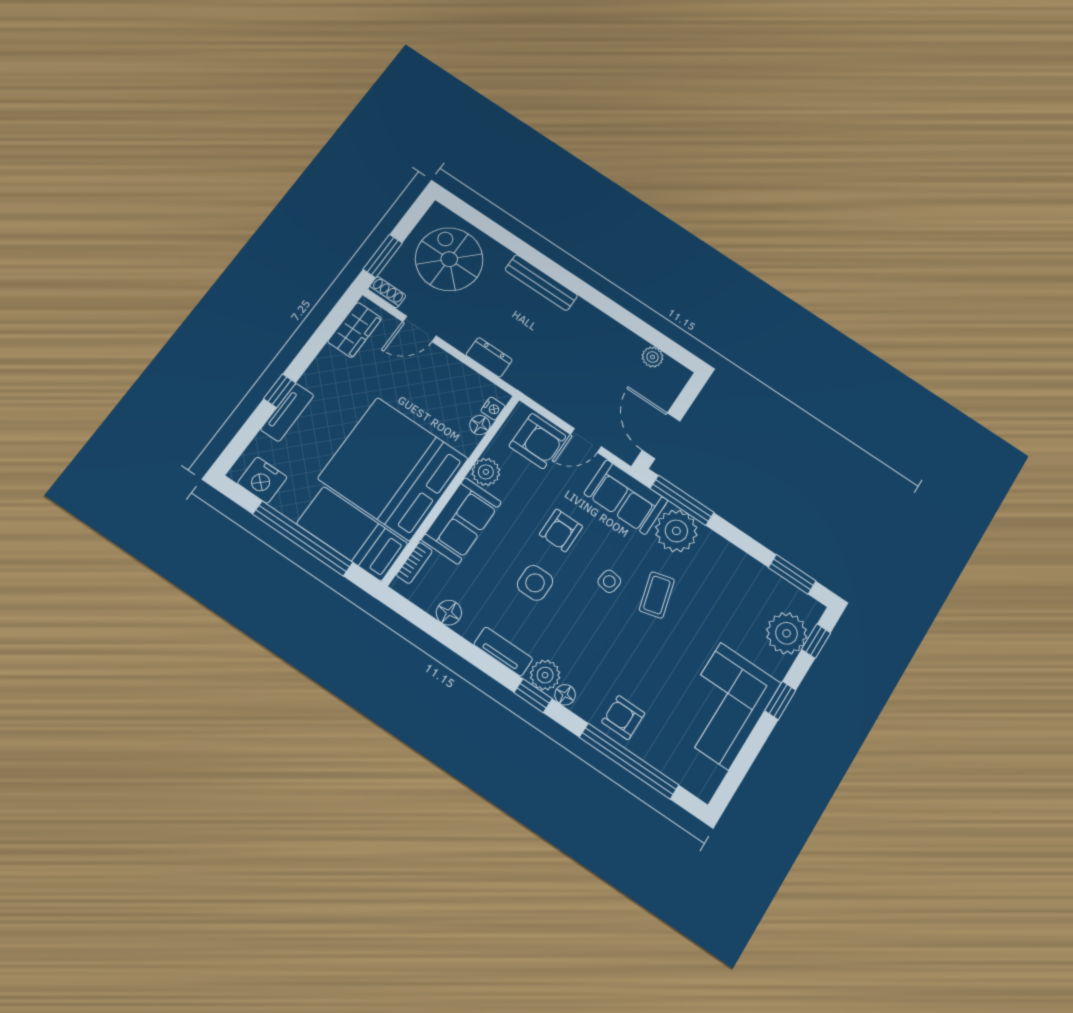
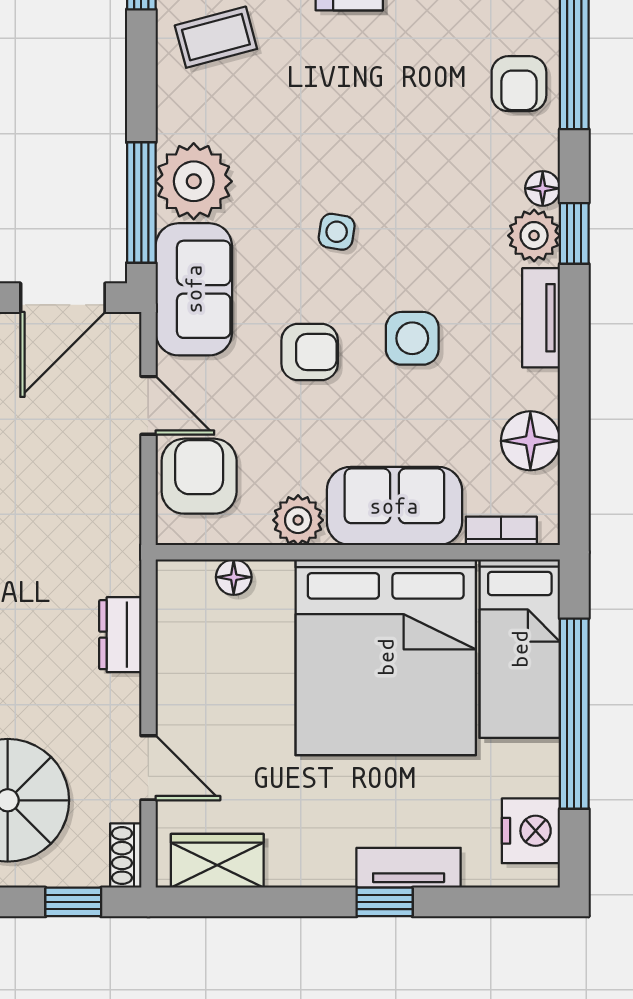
window: (383, 256) -> (73, 902), width x0.67
nightstand: (493, 409) -> (195, 575), removed
coffee table: (657, 595) -> (216, 37), moved
floor lamp: (449, 613) -> (530, 441), width x1.38, depth x1.38

